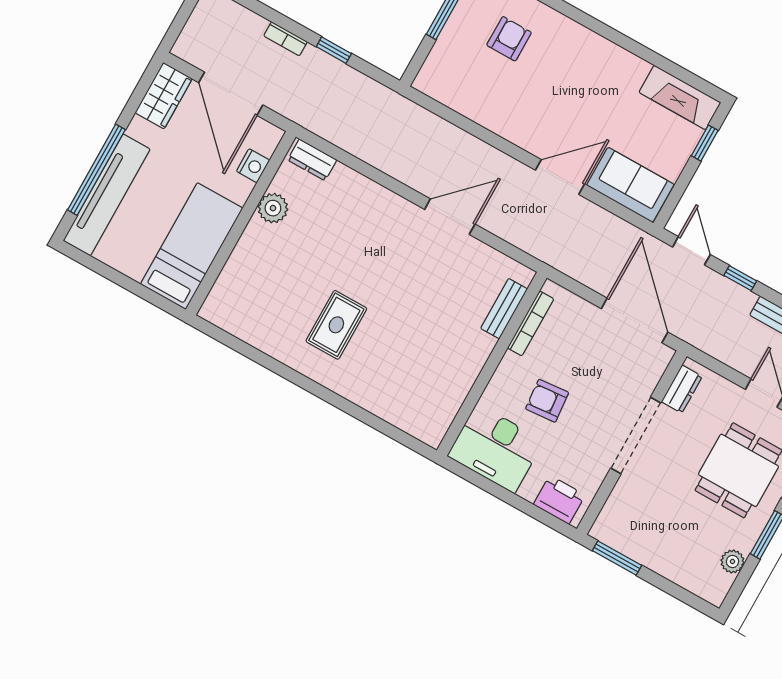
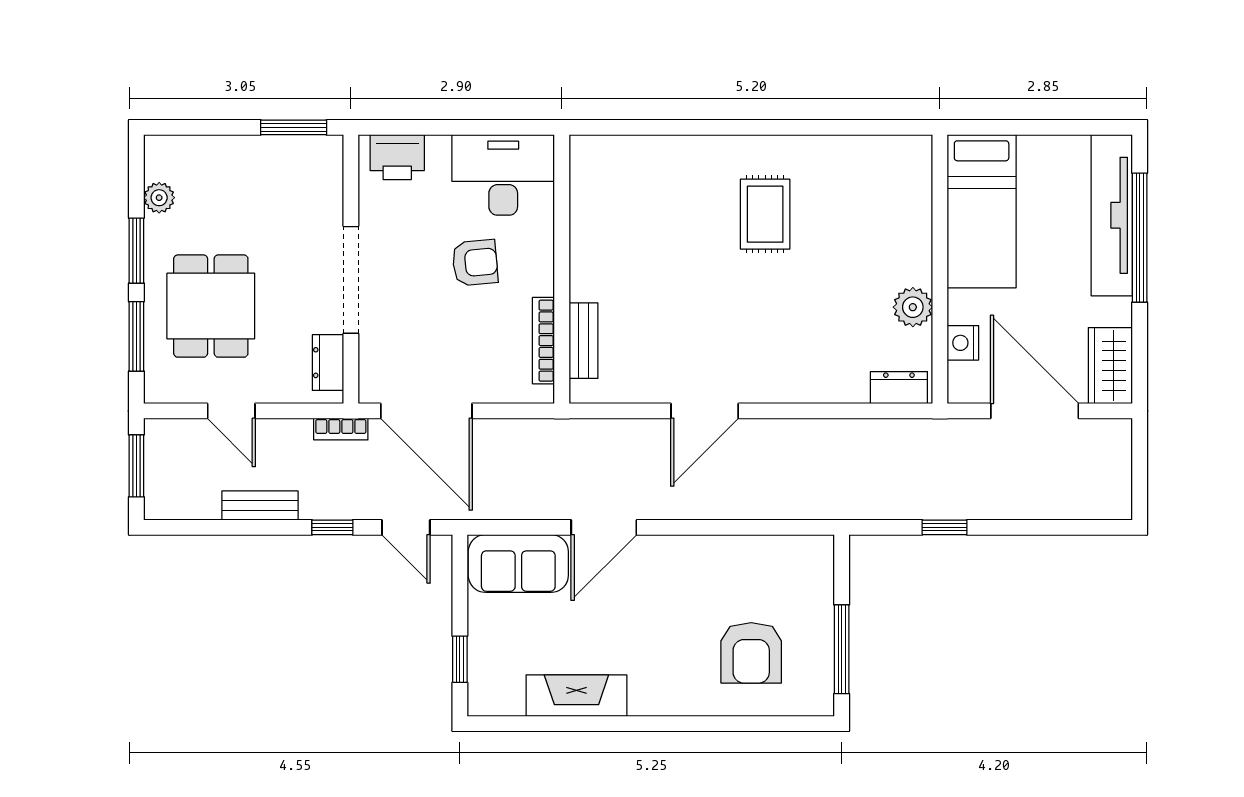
bookcase: (286, 39) -> (341, 429), moved, turned 180
armchair: (509, 39) -> (751, 653), width x1.38, depth x1.38
fireplace: (680, 97) -> (576, 696), moved

